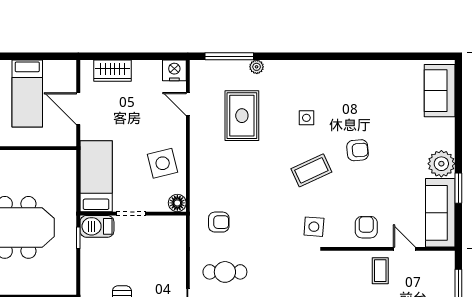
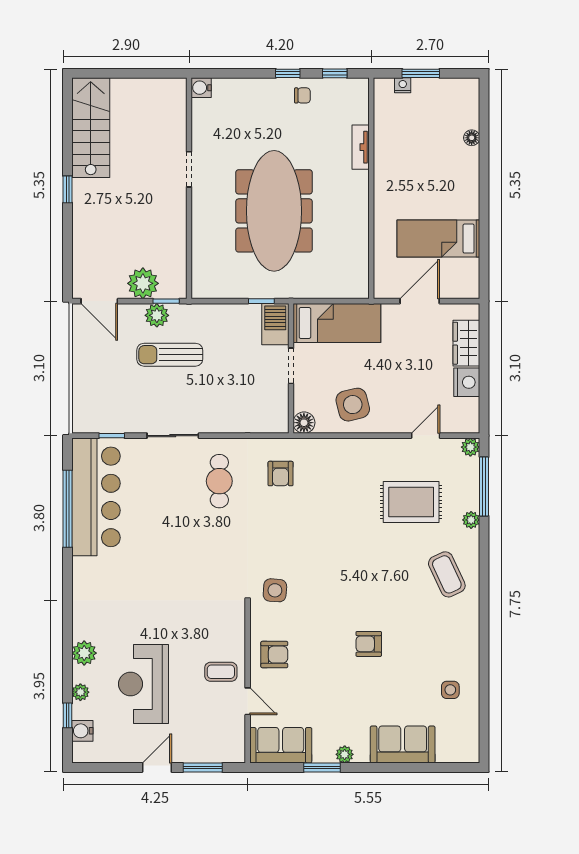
plant: (197, 67) -> (470, 447), added
nightstand: (174, 70) -> (467, 382), moved
sofa: (440, 91) -> (403, 745), moved
side table: (306, 118) -> (450, 690), moved
armchair: (358, 150) -> (369, 644), turned 95
plant: (441, 164) -> (345, 754), width x0.53, depth x0.53
coffee table: (311, 170) -> (447, 574), moved
sofa: (440, 213) -> (281, 745), width x0.73
door: (404, 249) -> (248, 701), hinge flipped

